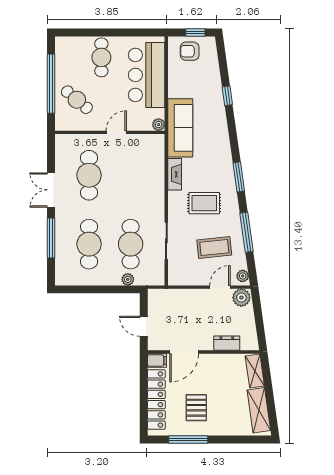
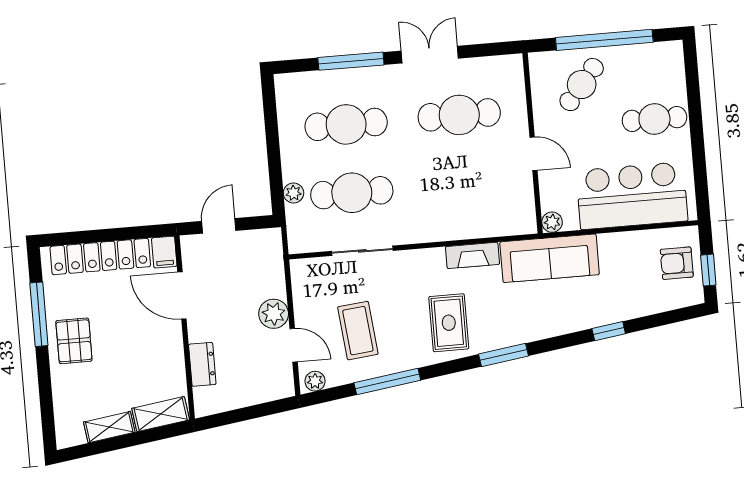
armchair: (190, 51) -> (677, 263), turned -90
window: (239, 177) -> (504, 355), moved
rug: (204, 203) -> (449, 323), moved
plant: (241, 298) -> (274, 314), moved
pallet: (196, 408) -> (74, 341), moved, turned 90
shelving: (259, 410) -> (109, 427), width x0.67, depth x0.75

